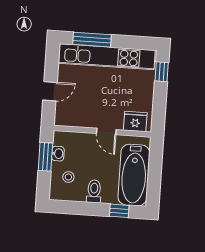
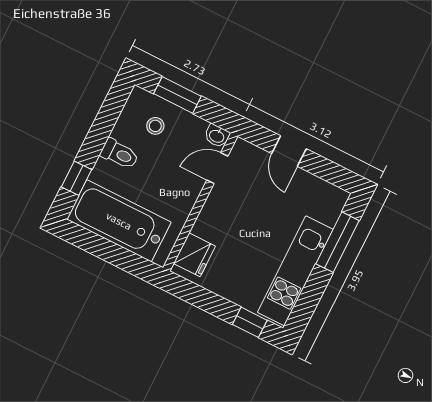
kitchen unit: (107, 57) -> (295, 271), width x0.73
door: (106, 131) -> (217, 168), moved
washbasin: (58, 154) -> (217, 136), moved
window: (45, 157) -> (177, 95), moved

